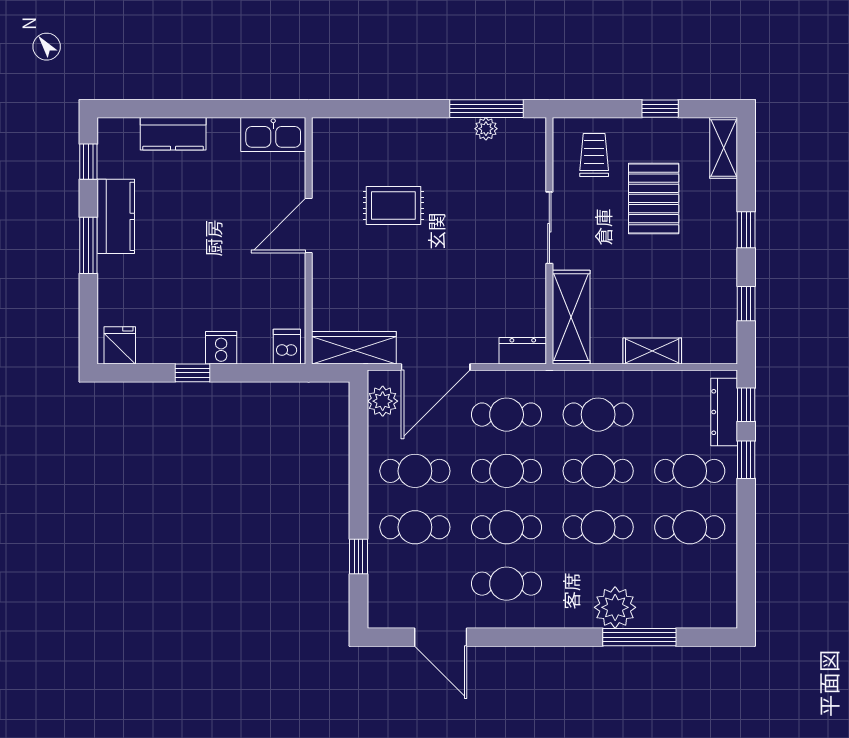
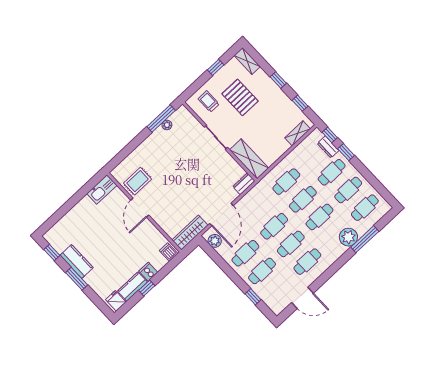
kitchen counter: (173, 134) -> (132, 287), moved, turned 180
rug: (393, 205) -> (138, 181), moved
shelving: (652, 351) -> (298, 133), moved
dresser: (724, 412) -> (328, 147), width x0.70
cafe table: (507, 415) -> (365, 208), moved

